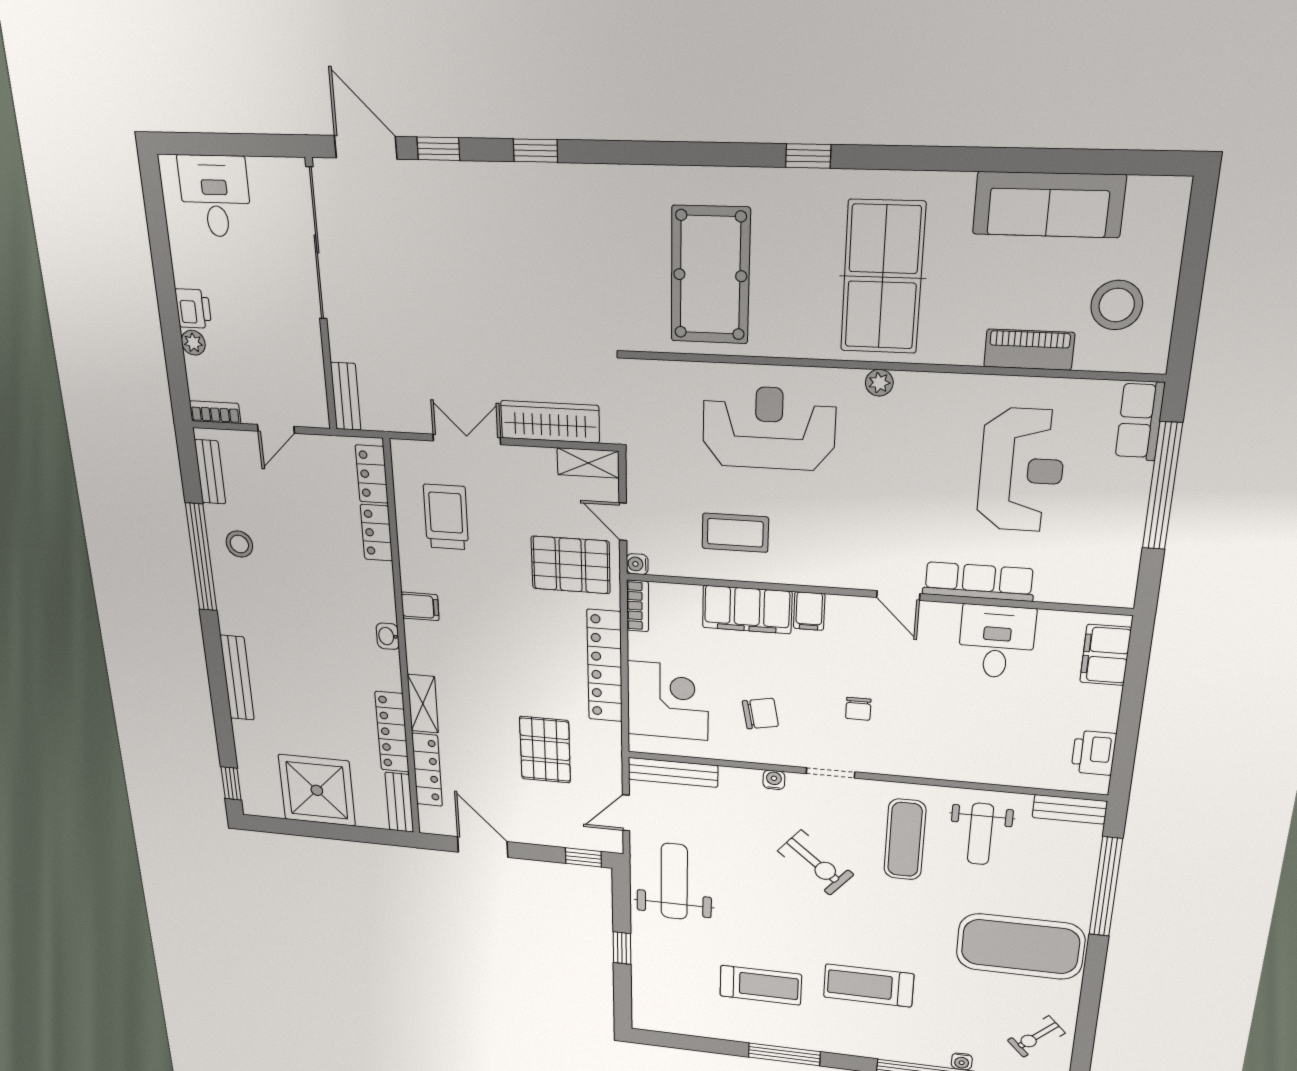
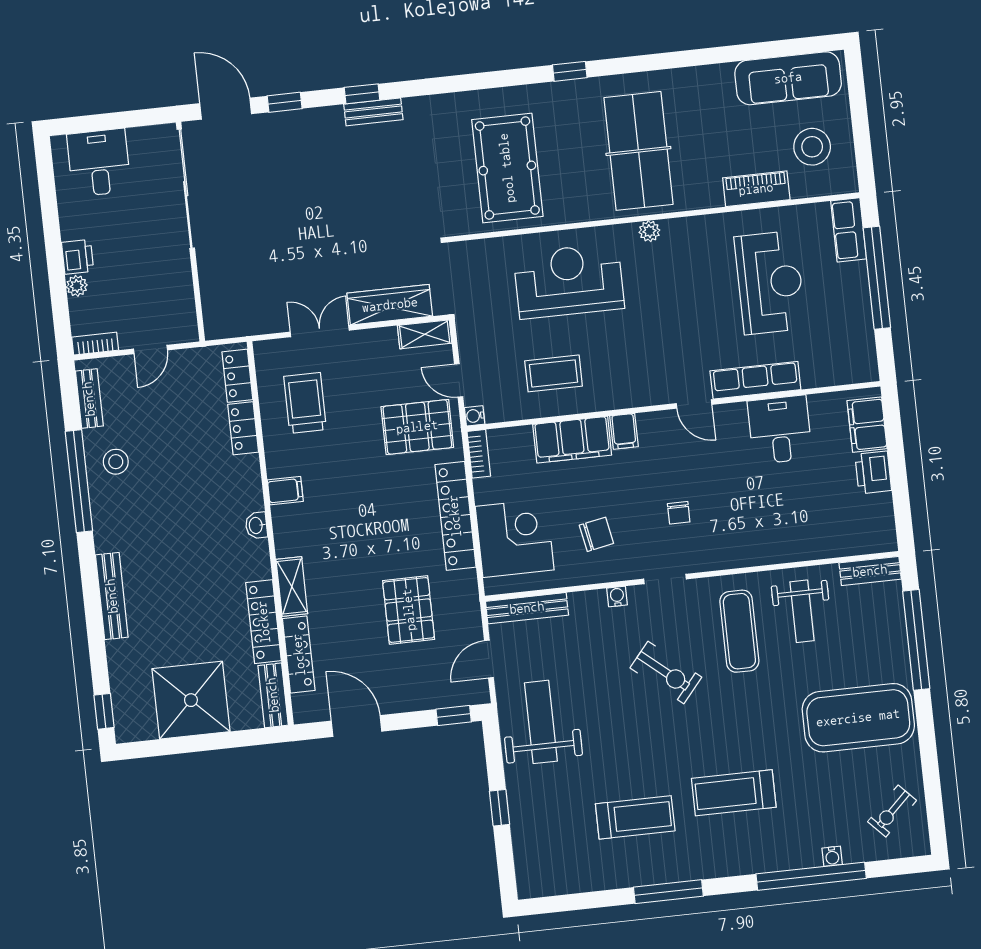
sofa: (1049, 205) -> (788, 78), moved
bench: (346, 396) -> (373, 112), moved, turned 90
printer: (1094, 753) -> (873, 472), moved

